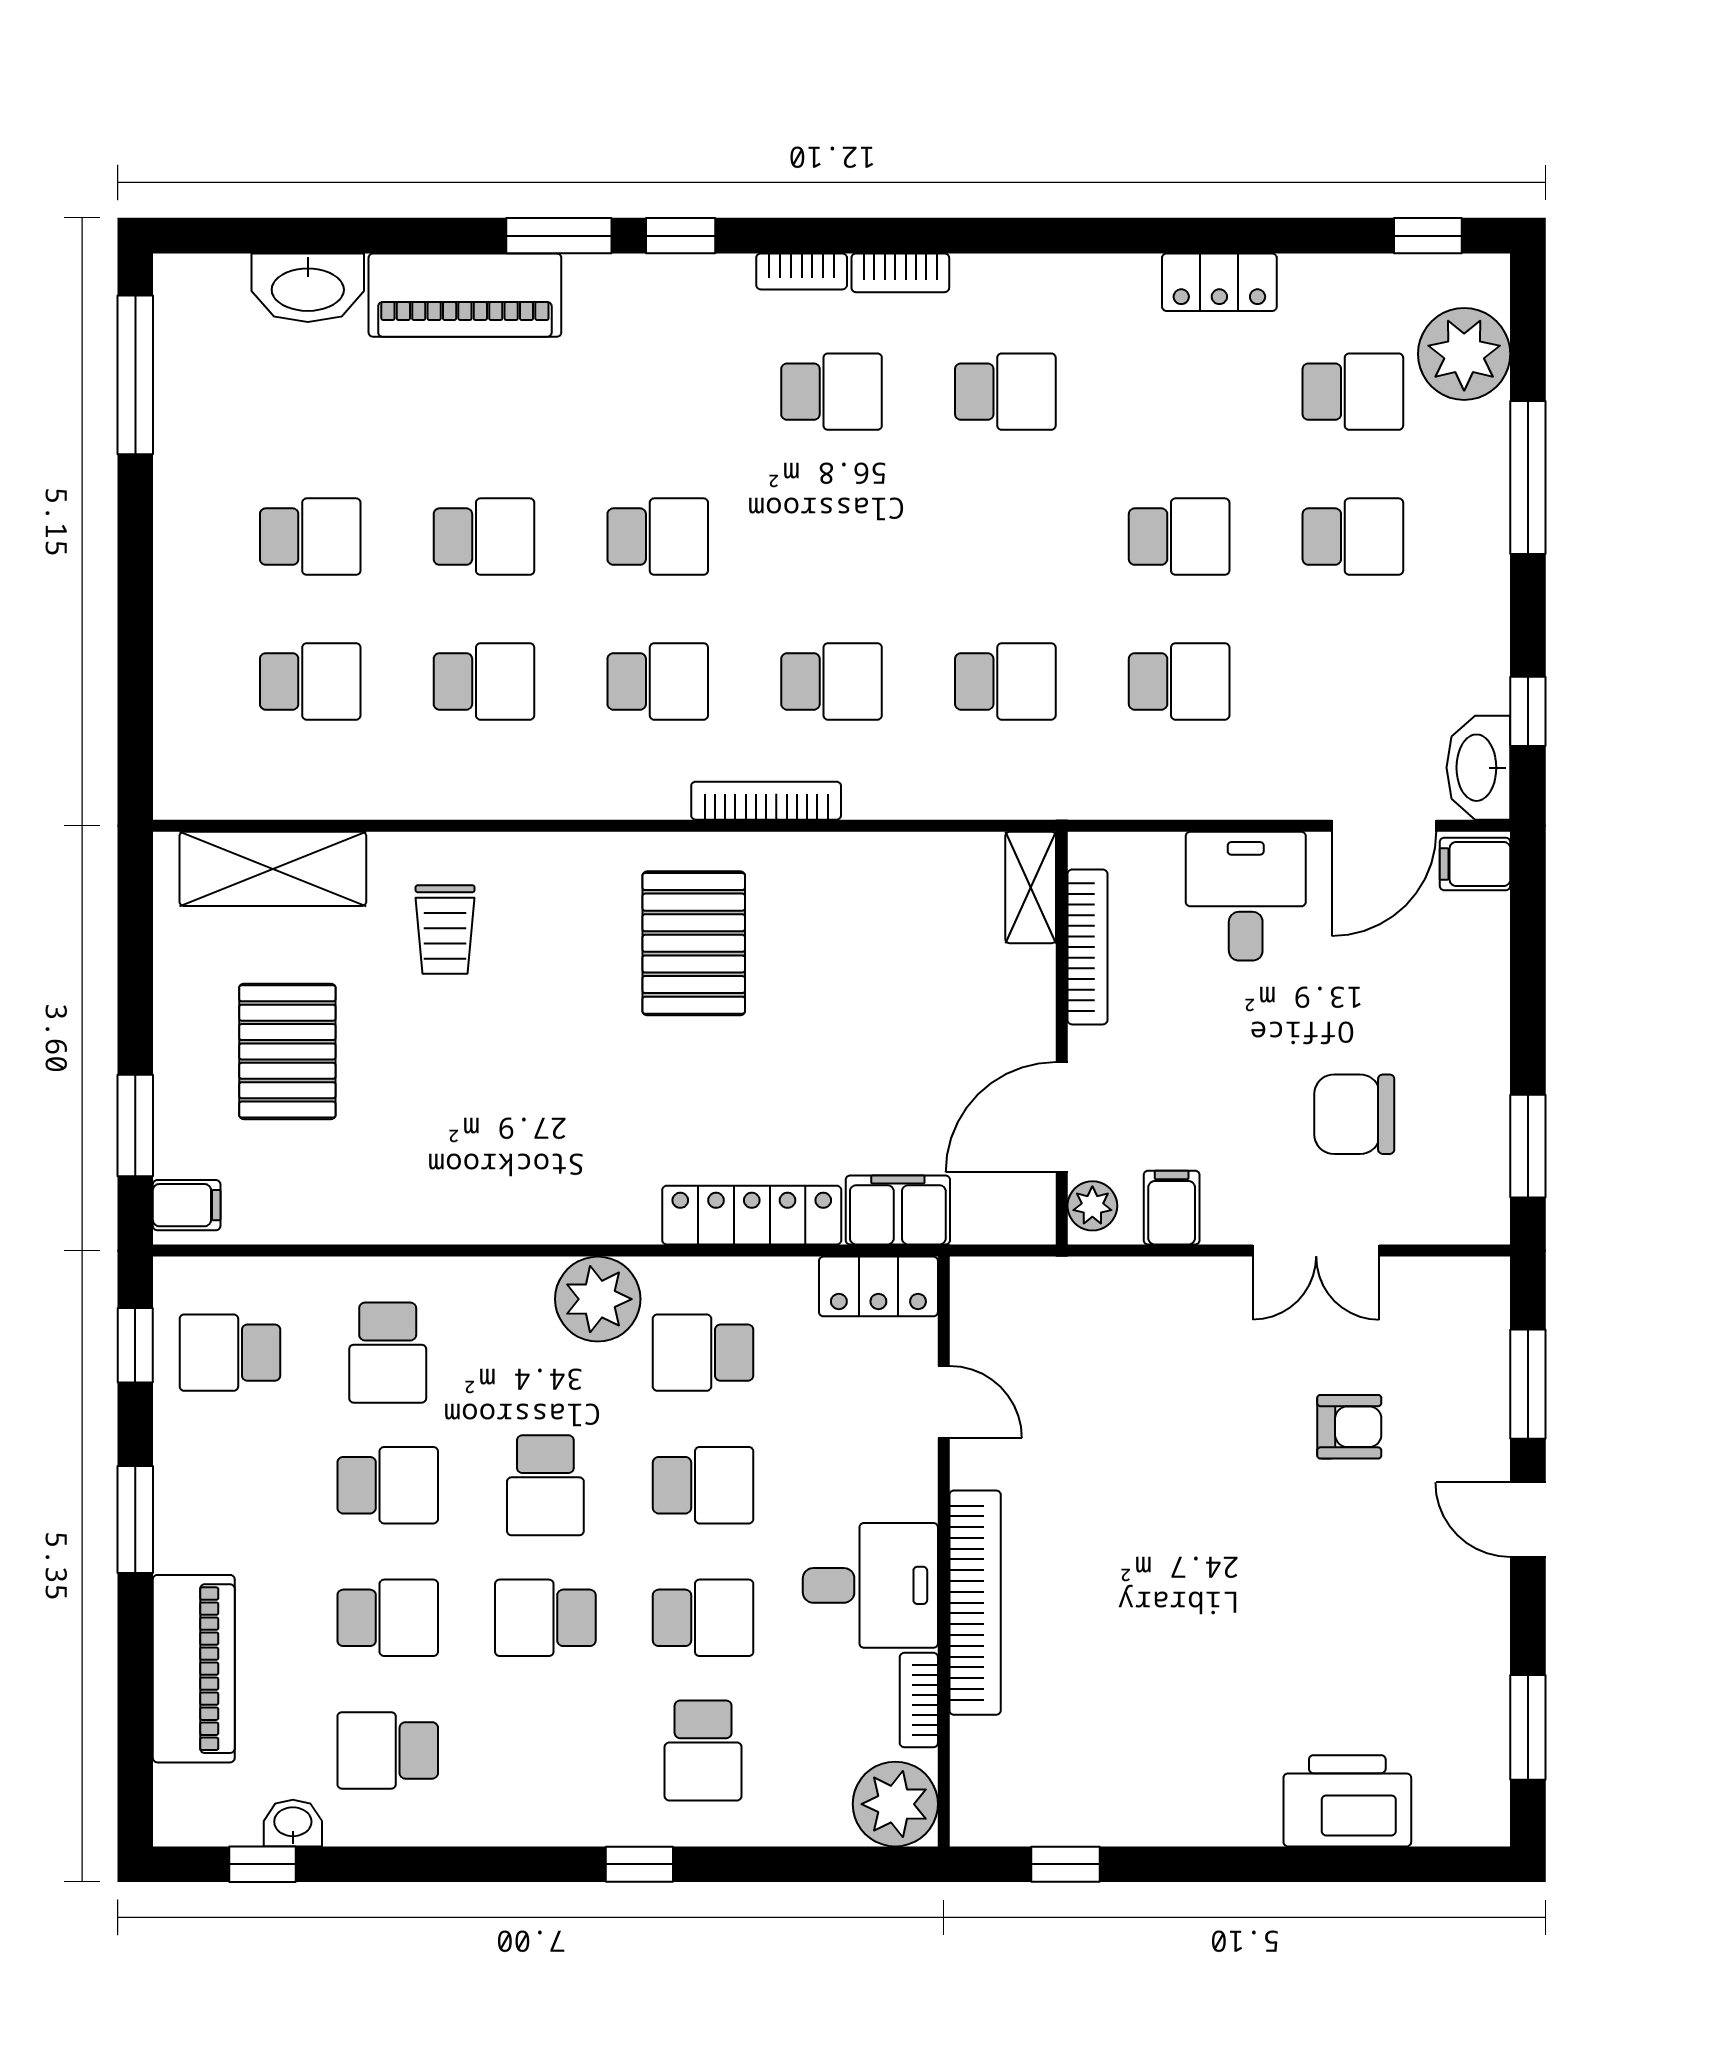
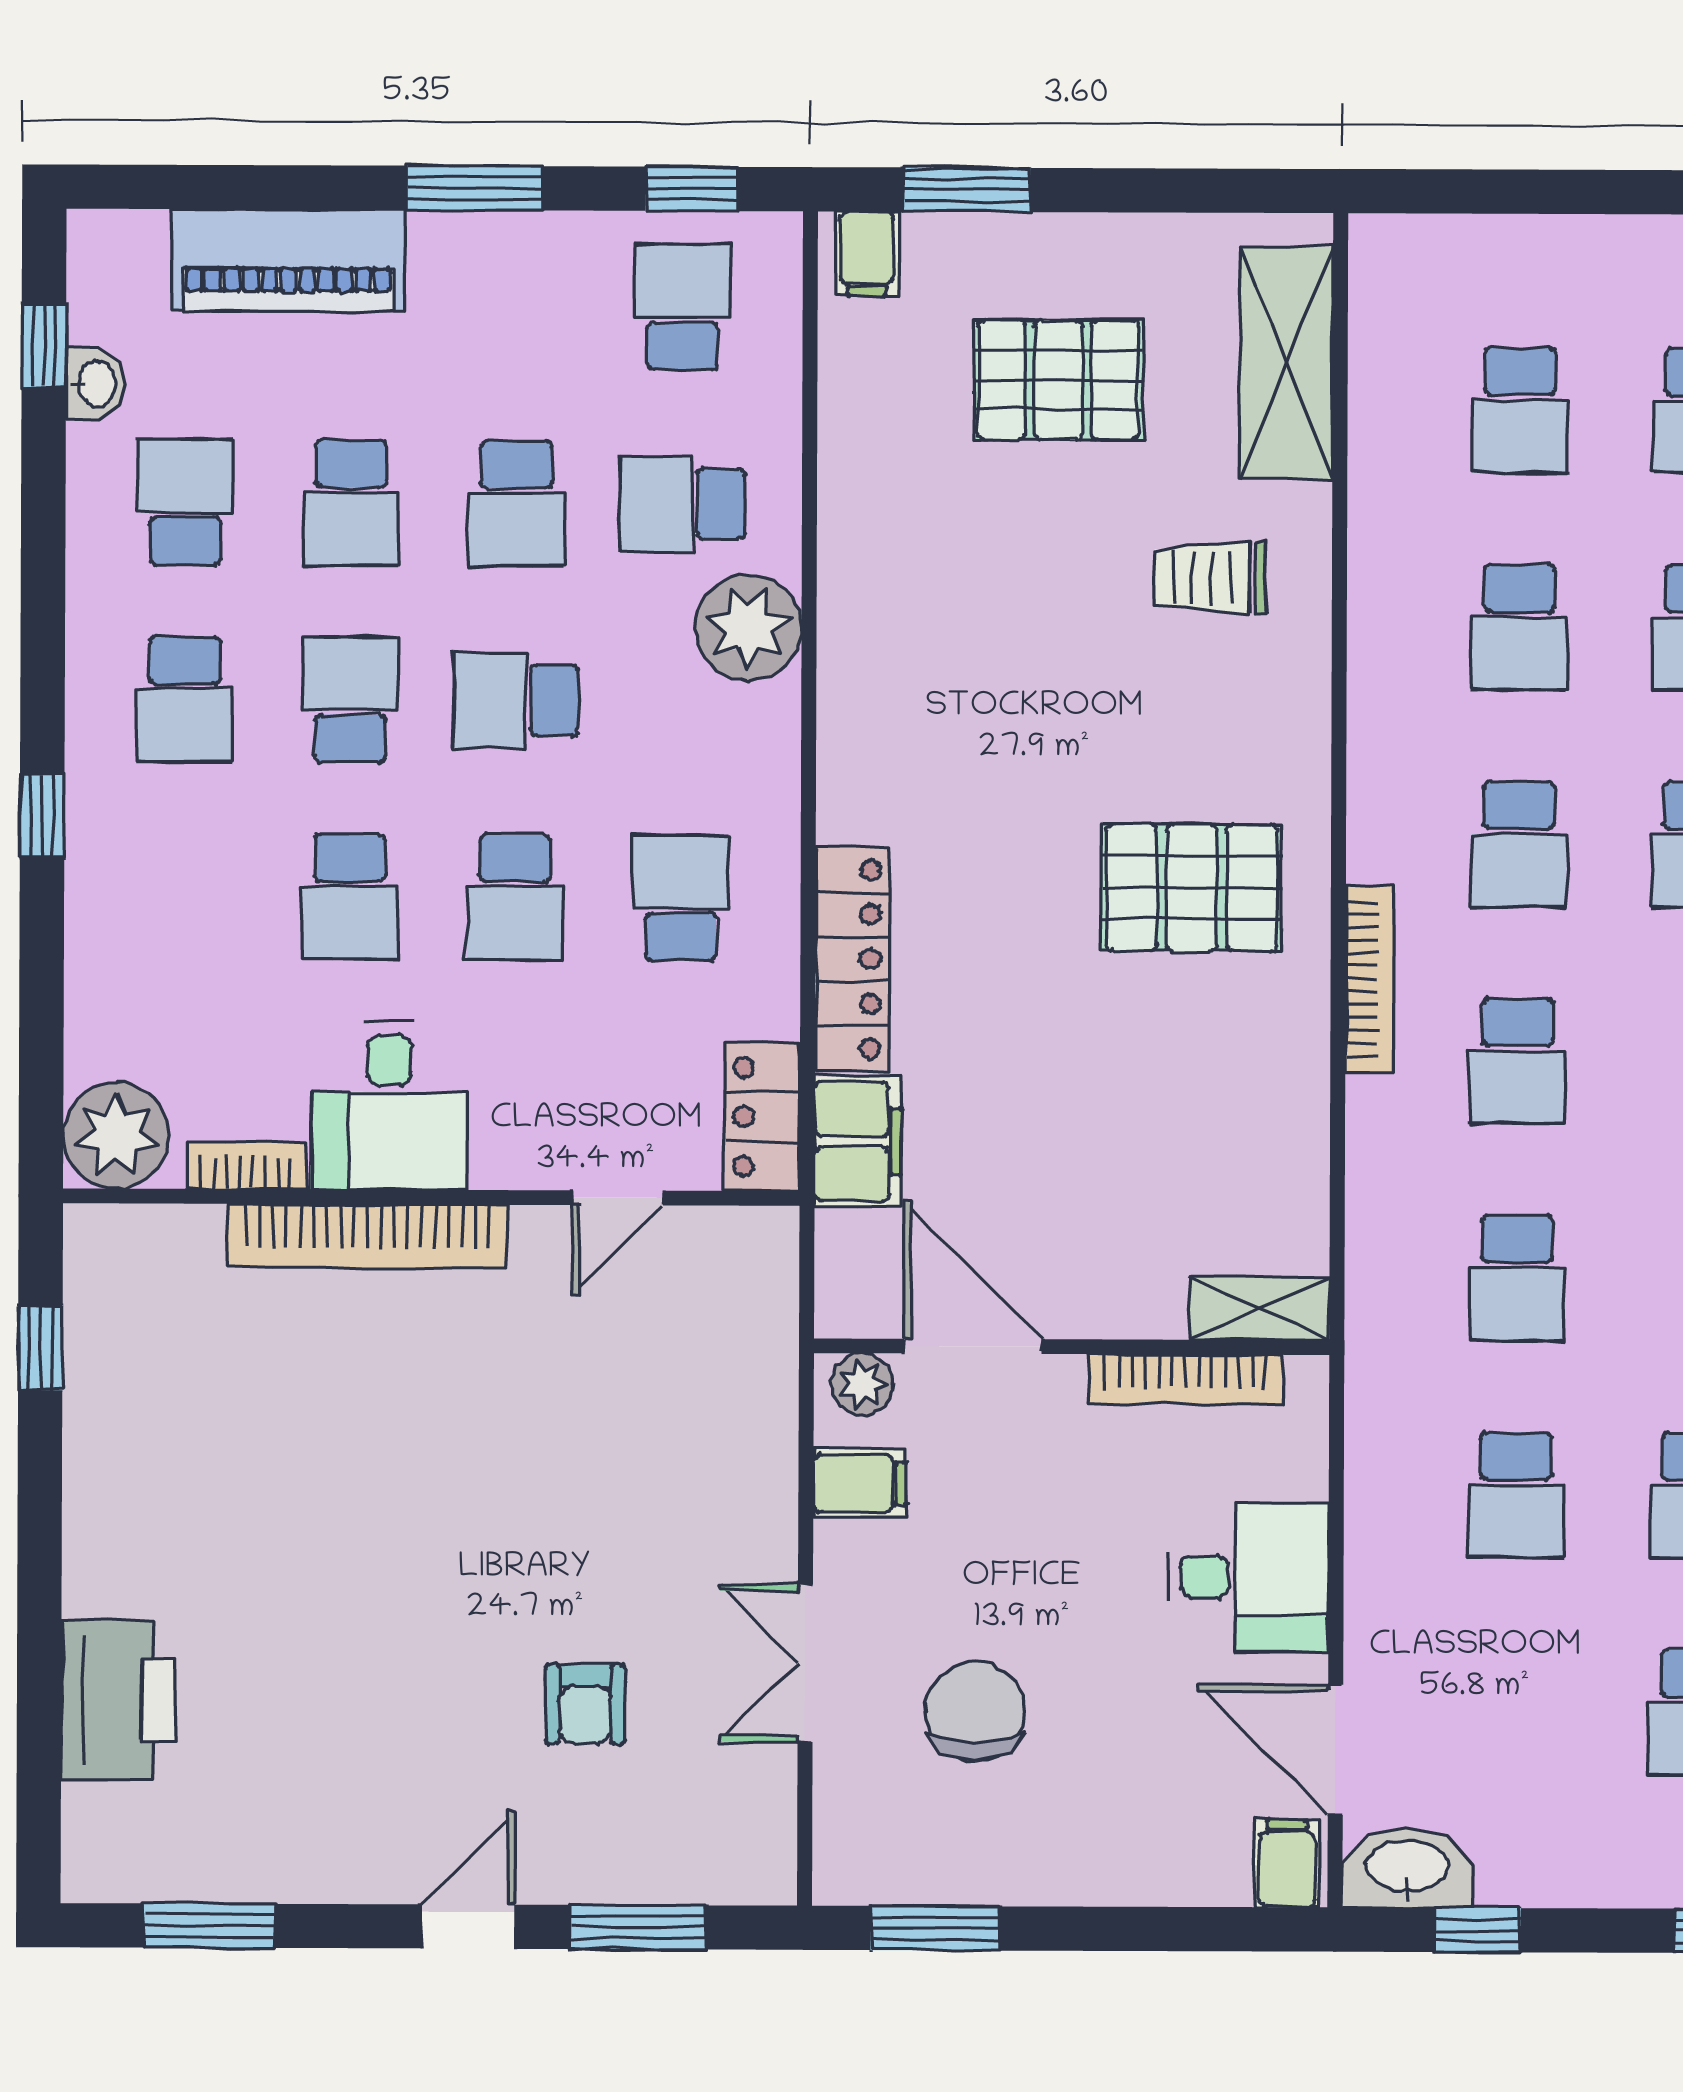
plant: (598, 1299) -> (748, 627), moved
school desk: (703, 1750) -> (185, 699), moved, turned -90

